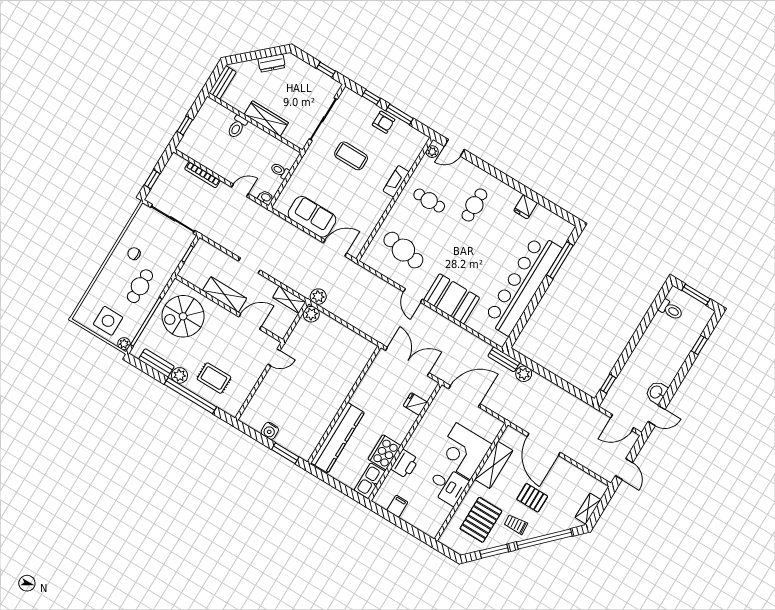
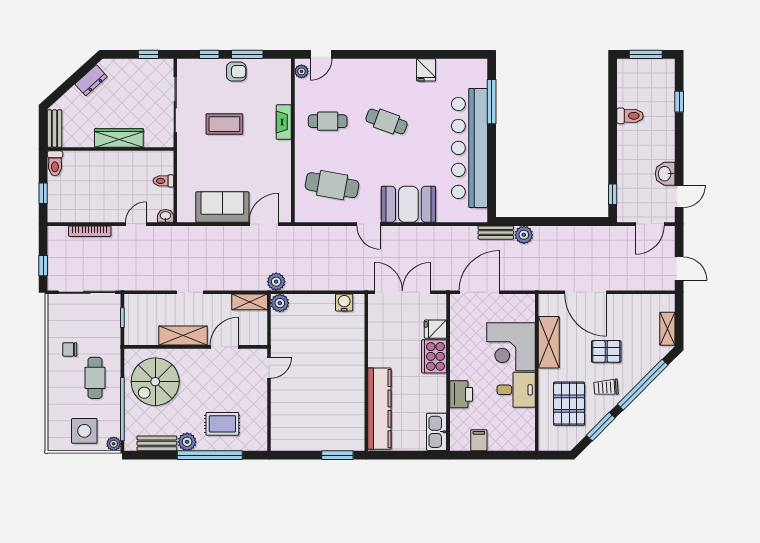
toilet: (237, 127) -> (55, 163), moved
cafe table: (474, 205) -> (386, 121), moved, turned -70
toilet: (671, 310) -> (630, 116), moved
water cooler: (270, 431) -> (344, 303), moved, turned 180
cooker: (384, 452) -> (434, 356), moved

